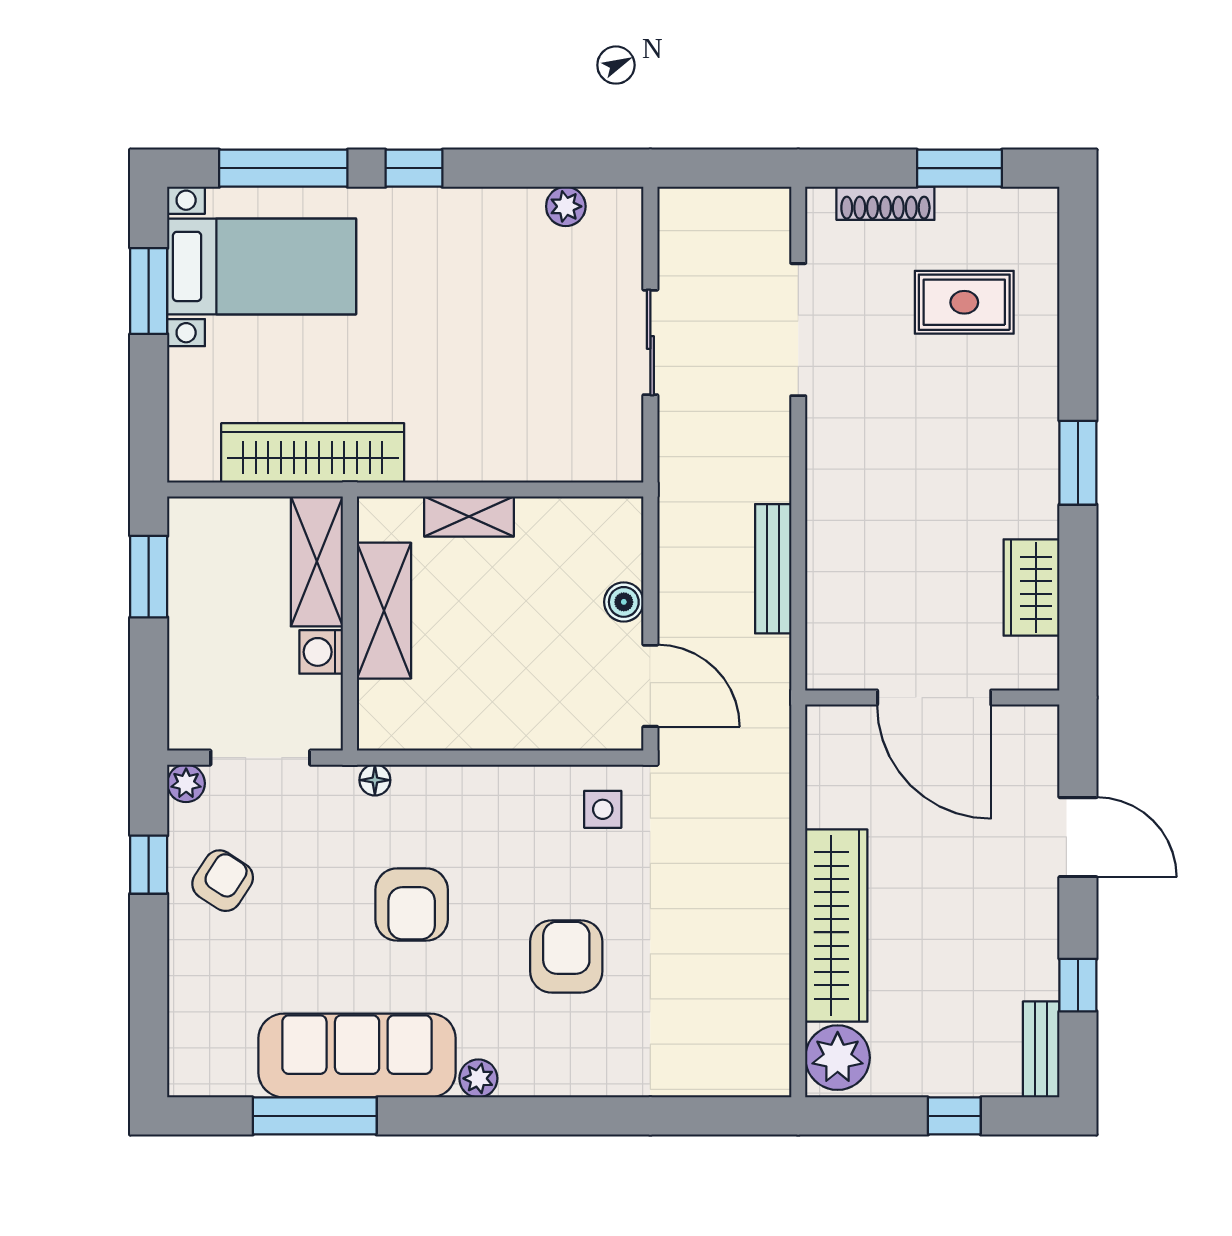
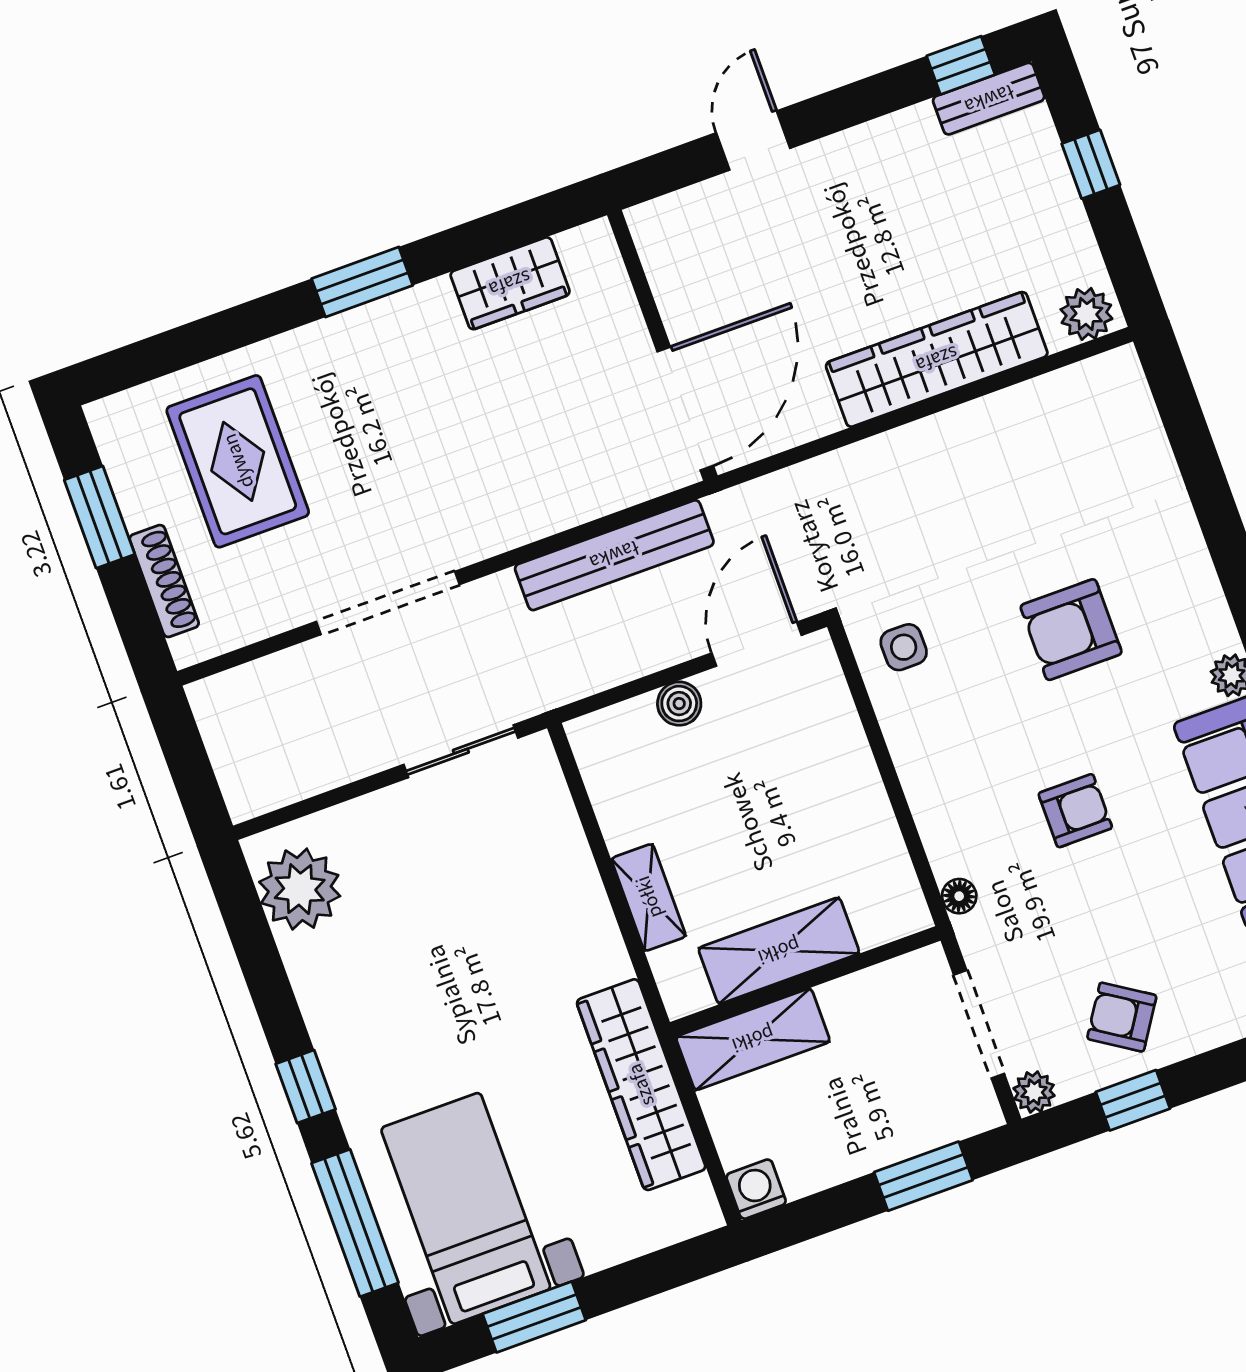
plant: (566, 206) -> (300, 889), width x1.87, depth x1.87
rug: (964, 302) -> (238, 461), width x1.36, depth x1.43
doorway: (798, 330) -> (388, 603), moved
sliding door: (650, 342) -> (461, 751), moved
bench: (773, 569) -> (614, 555), width x1.37, depth x1.21
window: (149, 577) -> (923, 1176), moved
washing machine: (321, 652) -> (756, 1189), moved, turned 180
door: (934, 698) -> (685, 409), moved
door: (1078, 837) -> (753, 140), width x0.73
armchair: (412, 905) -> (1075, 811), width x0.72, depth x0.72
window: (1078, 985) -> (961, 65), moved
plant: (838, 1058) -> (1086, 314), width x0.73, depth x0.73

